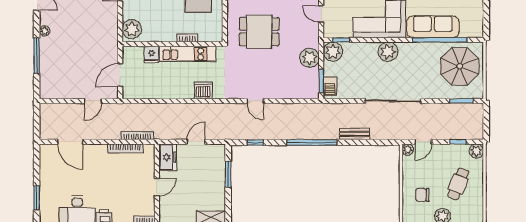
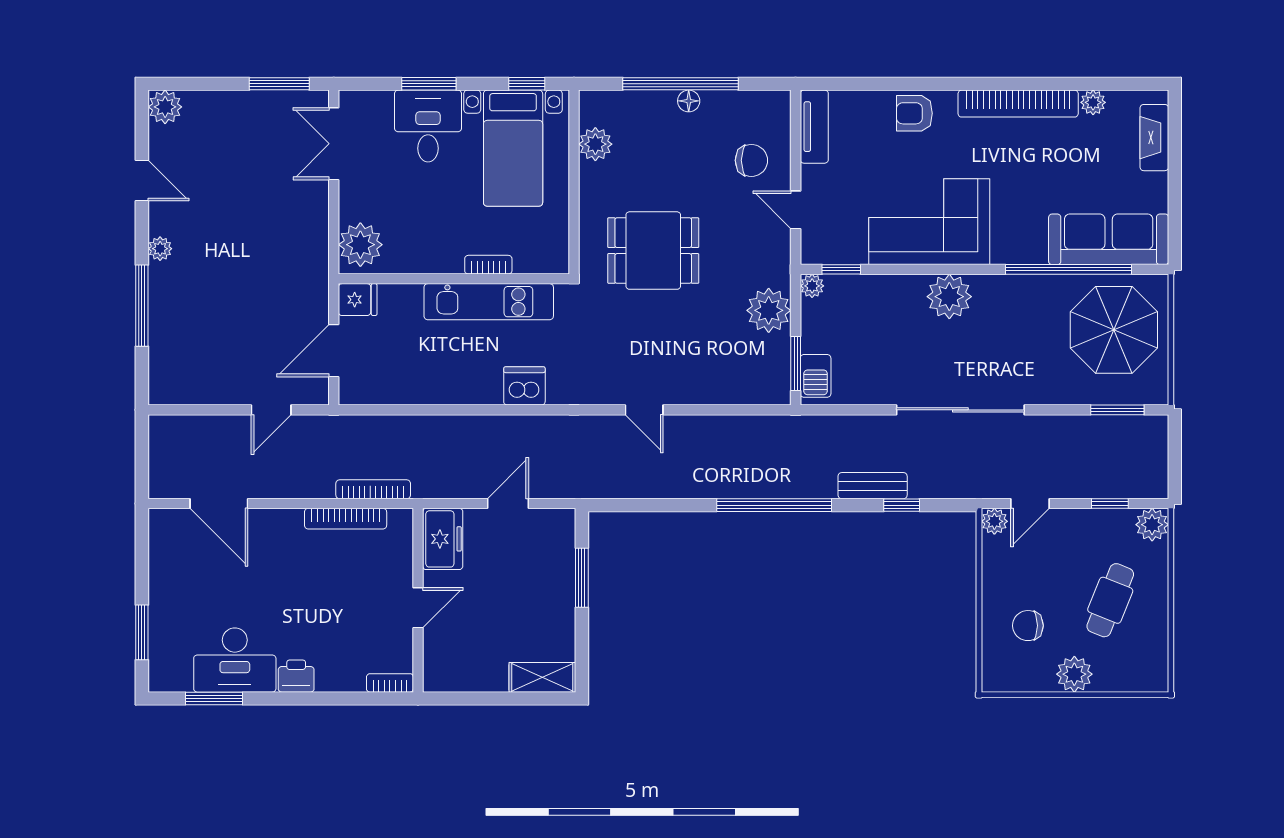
sofa: (433, 27) -> (1109, 239), moved
plant: (333, 52) -> (812, 286), width x0.53, depth x0.53
fridge: (151, 54) -> (358, 300), moved, turned -90
window: (255, 142) -> (902, 505), moved

